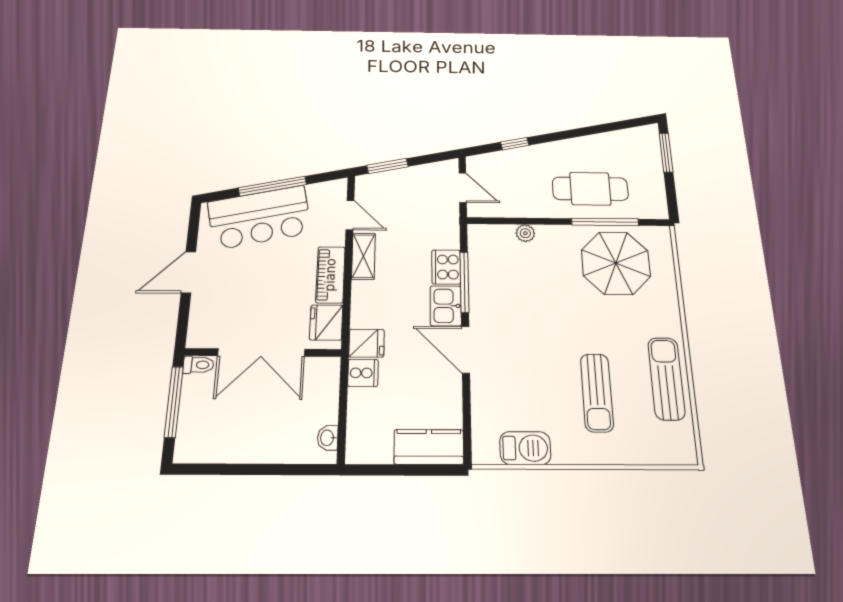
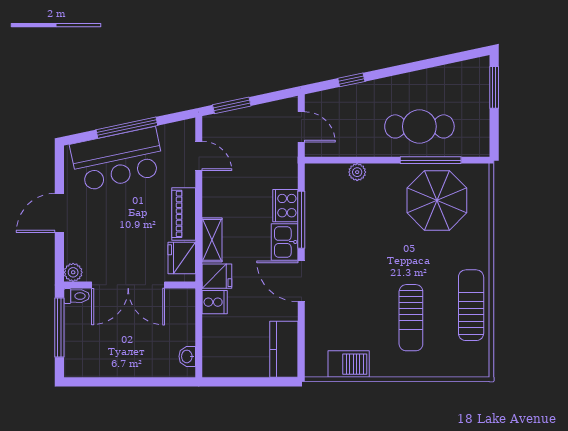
shelving: (363, 256) -> (212, 240), moved
plant: (197, 338) -> (73, 272), added
kitchen counter: (429, 447) -> (284, 349), moved, turned -90

